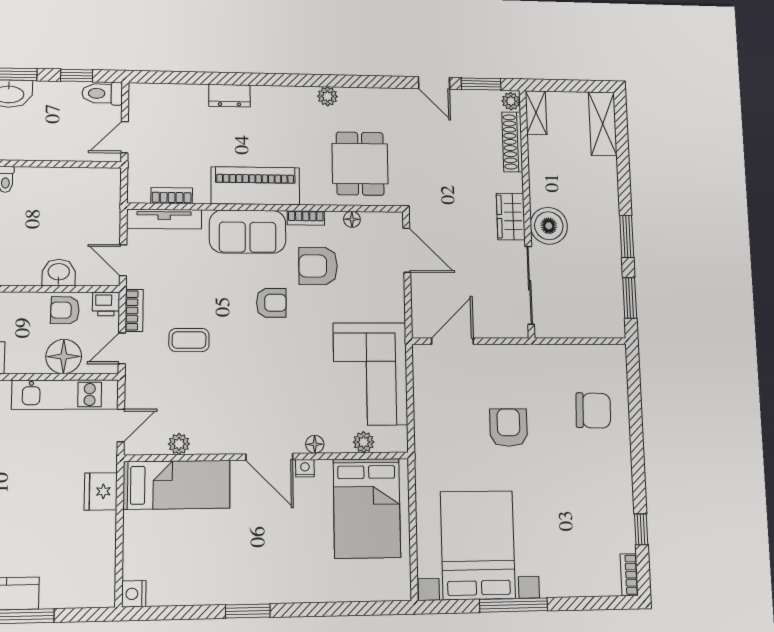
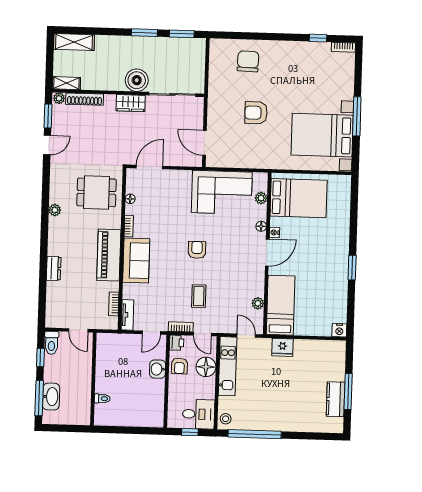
tv unit: (164, 219) -> (127, 315), width x0.71
armchair: (318, 266) -> (158, 220), removed
armchair: (271, 303) -> (197, 250), moved

